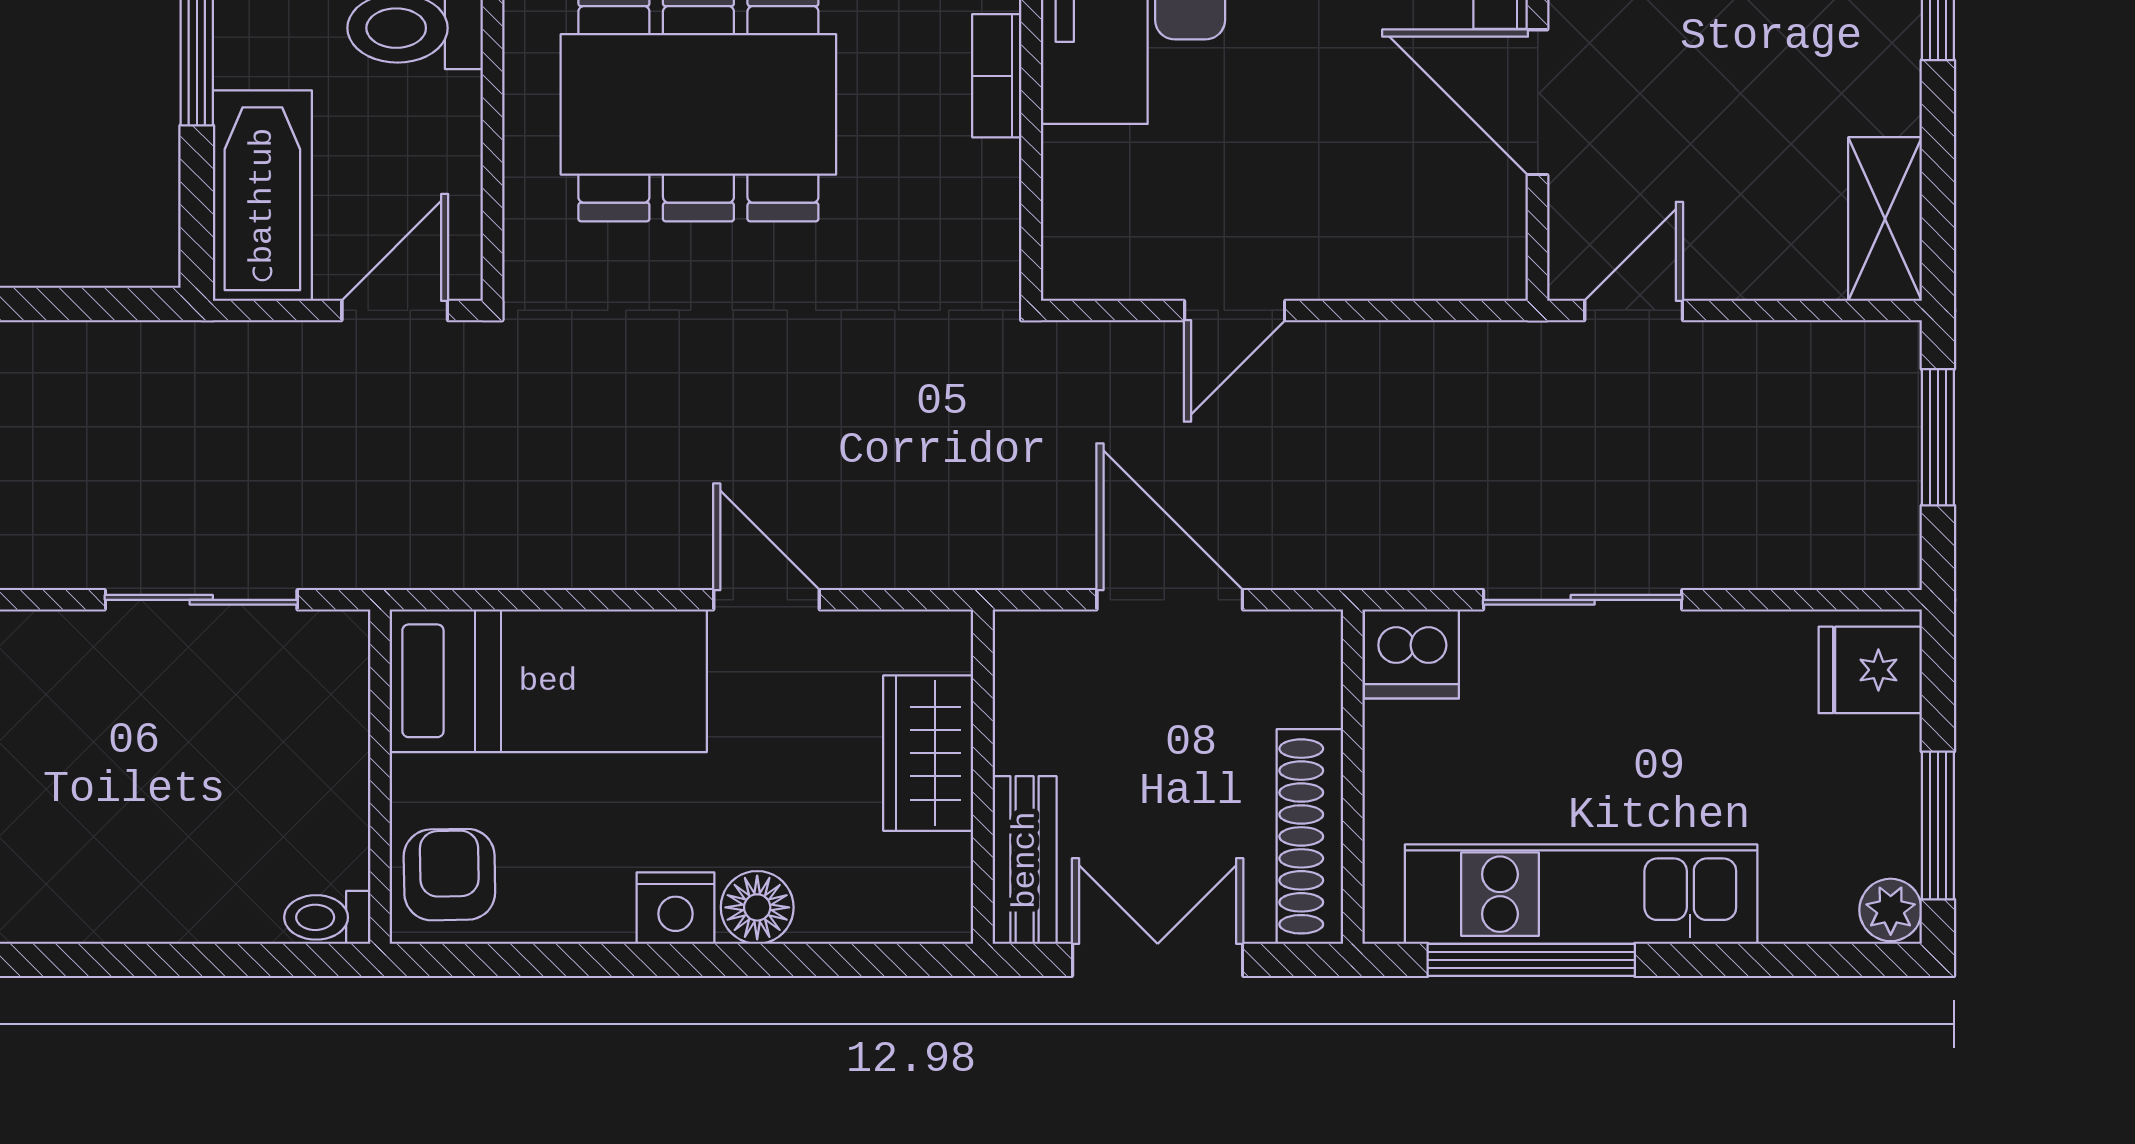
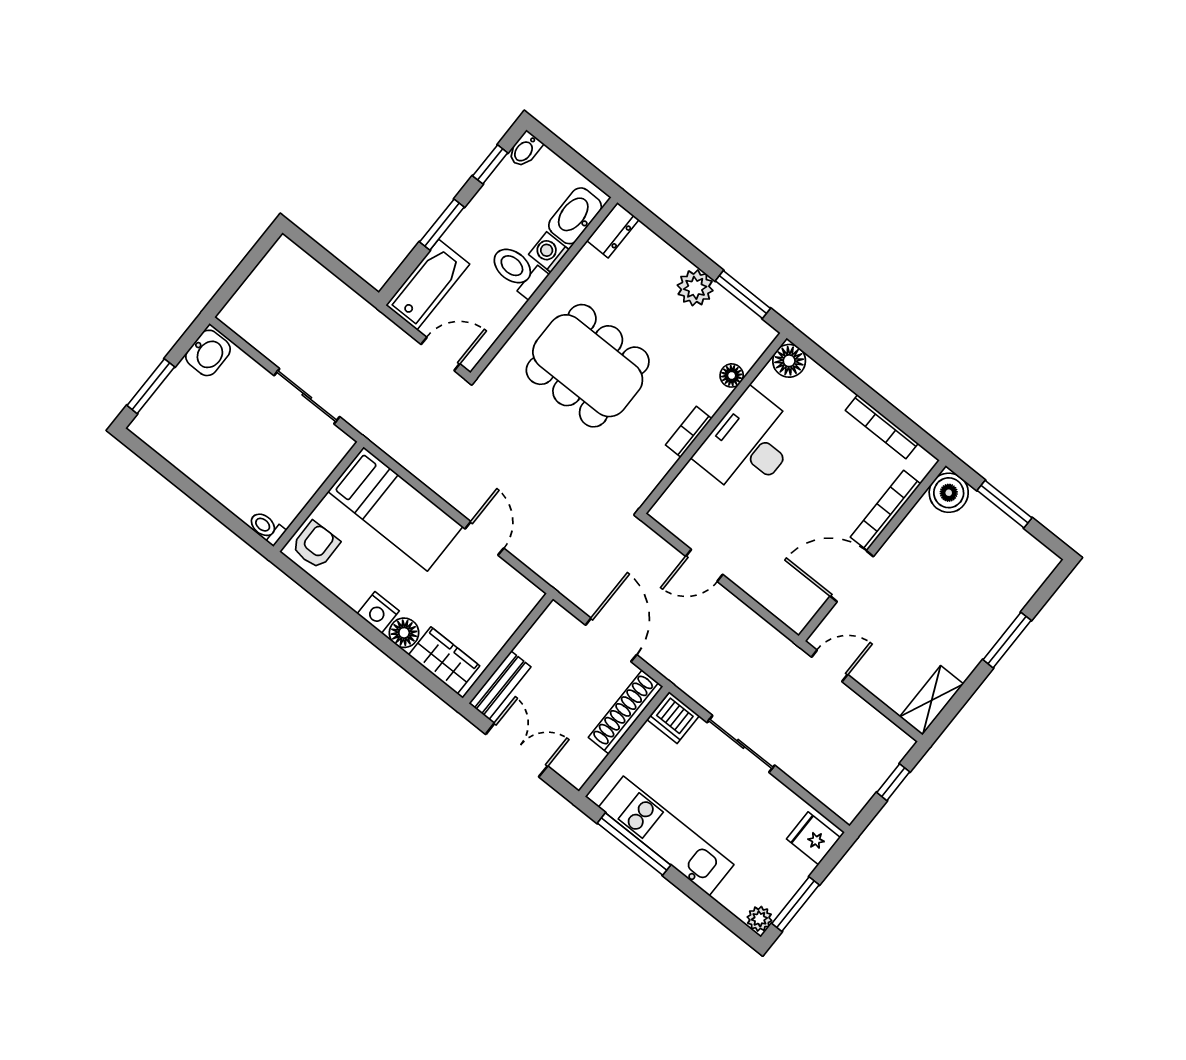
door: (1538, 102) -> (852, 576), hinge flipped
window: (1938, 437) -> (893, 782), width x0.67
wardrobe: (928, 753) -> (444, 660), moved, turned 90
shoe rack: (1310, 836) -> (626, 712), moved

